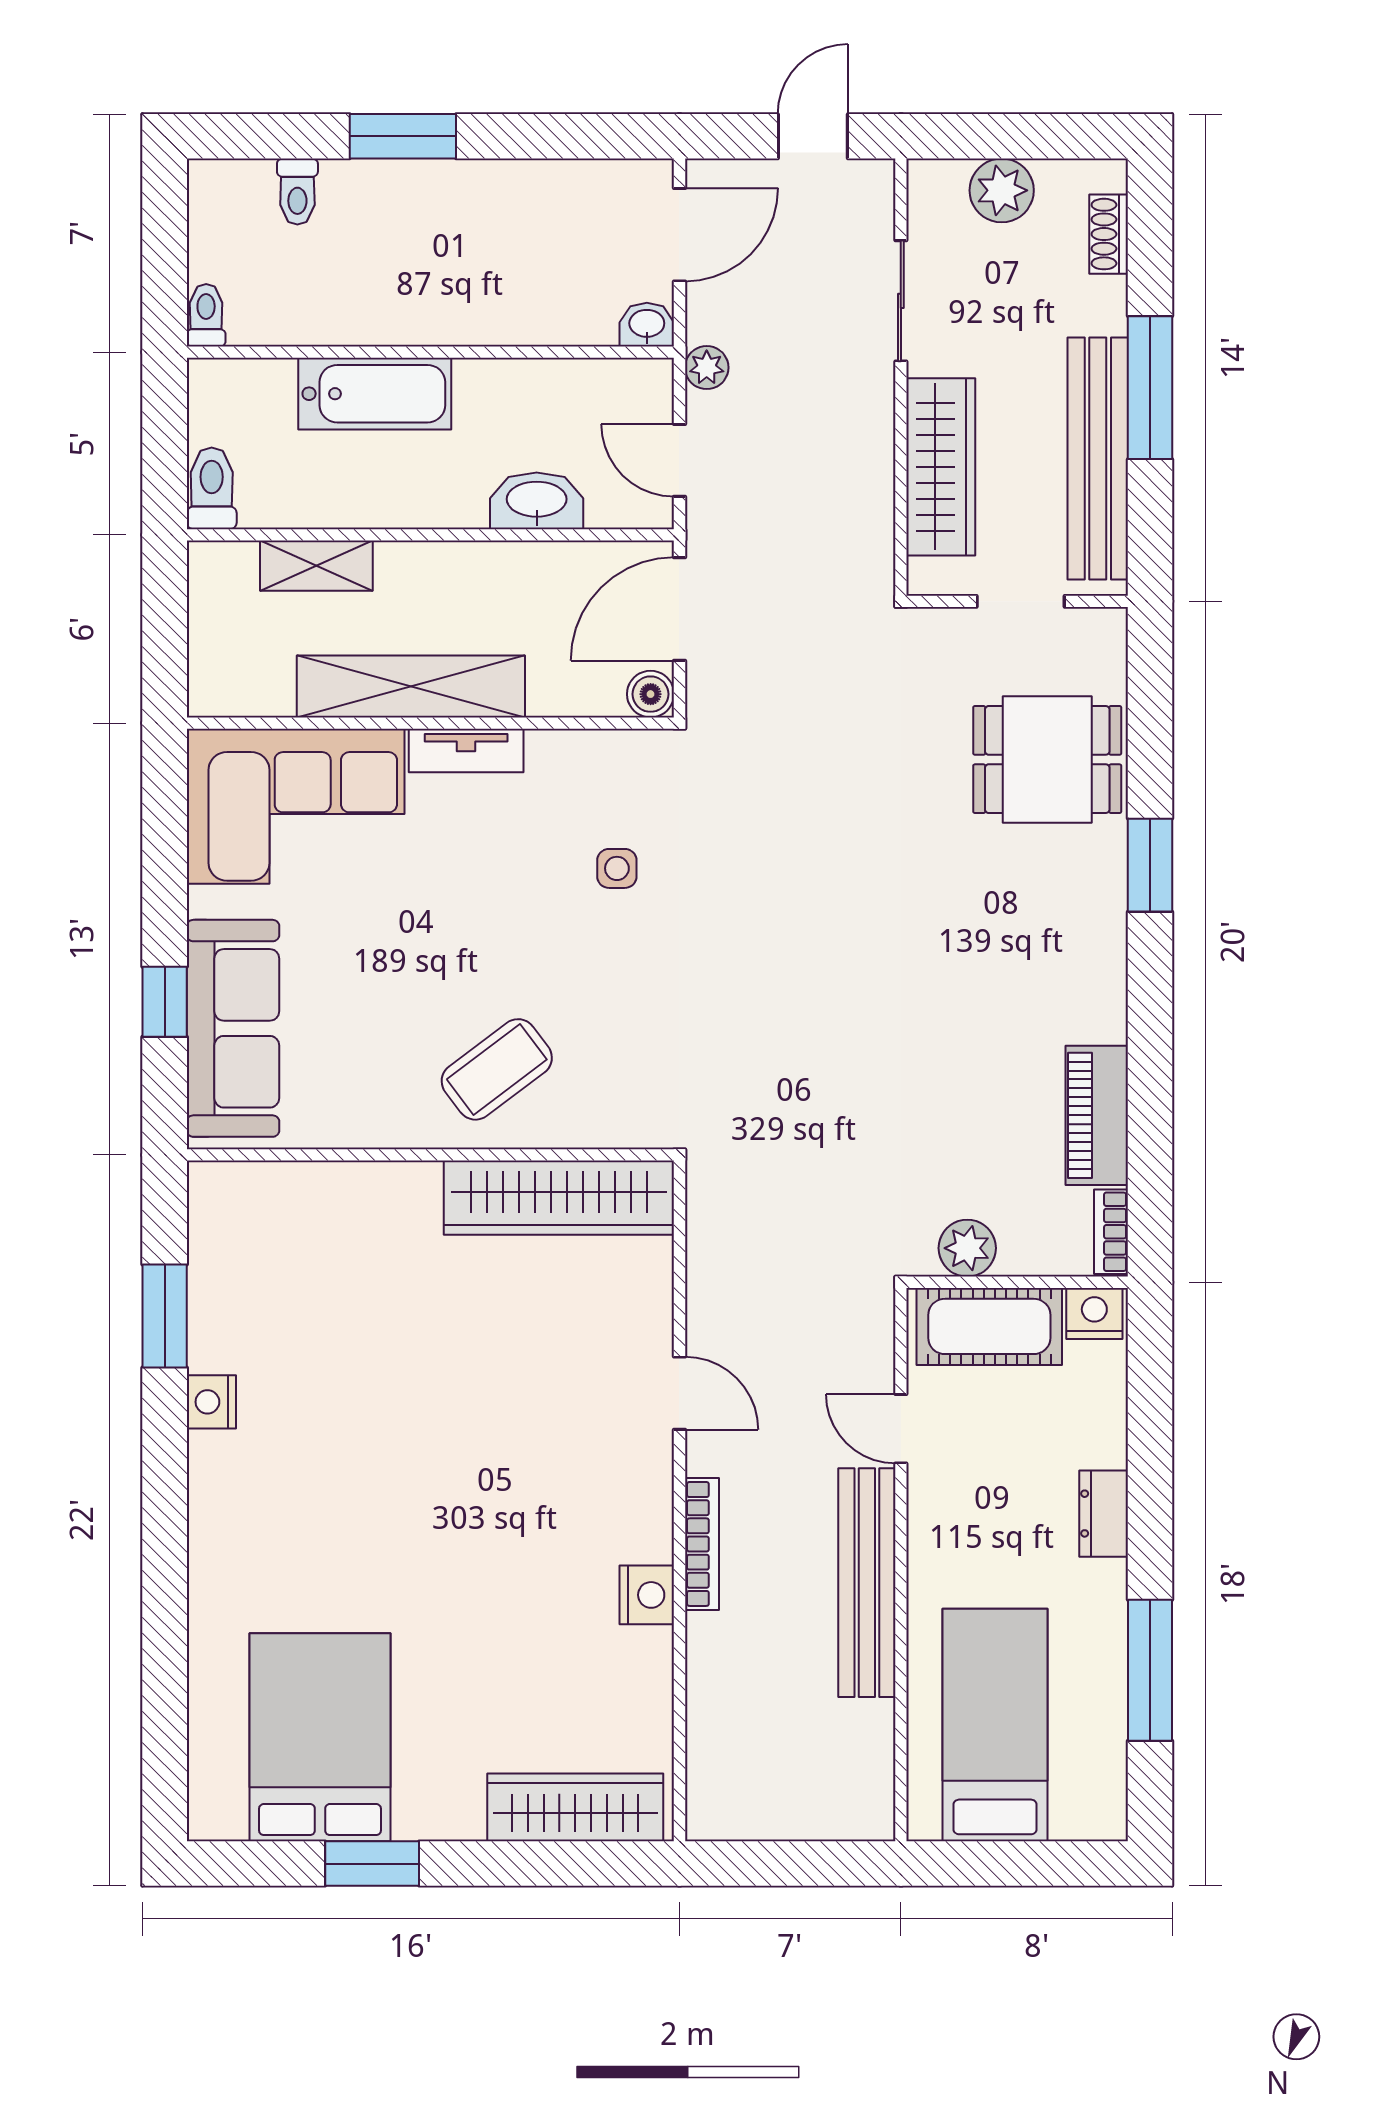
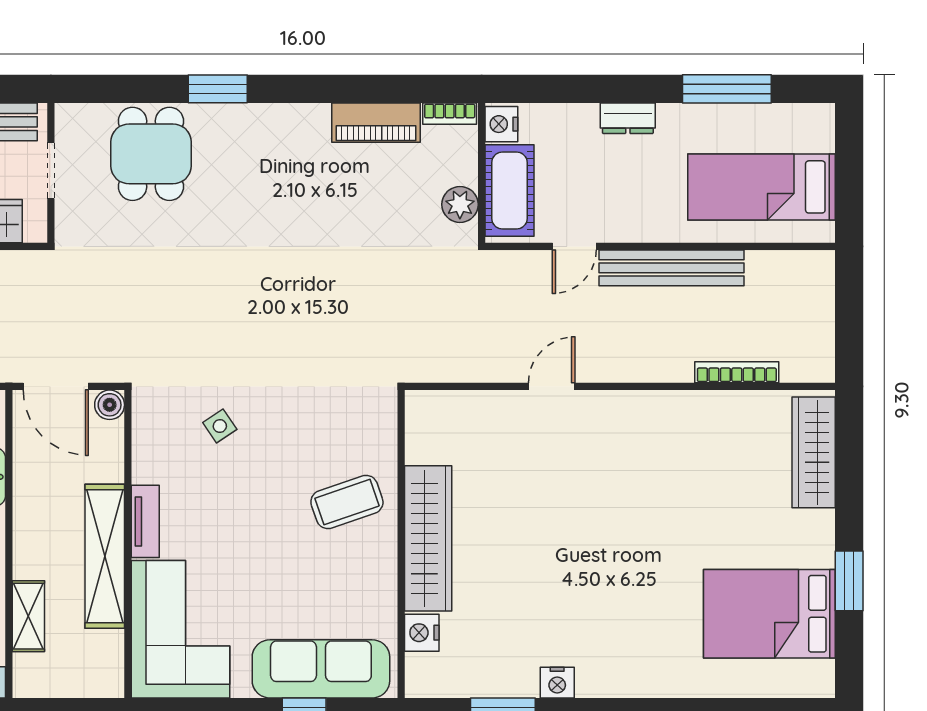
side table: (617, 868) -> (220, 426), turned -34
coffee table: (497, 1069) -> (347, 502), turned -72
wardrobe: (559, 1198) -> (428, 538), moved
bookcase: (702, 1544) -> (737, 372), moved
nightstand: (647, 1595) -> (422, 633), moved, turned -90

